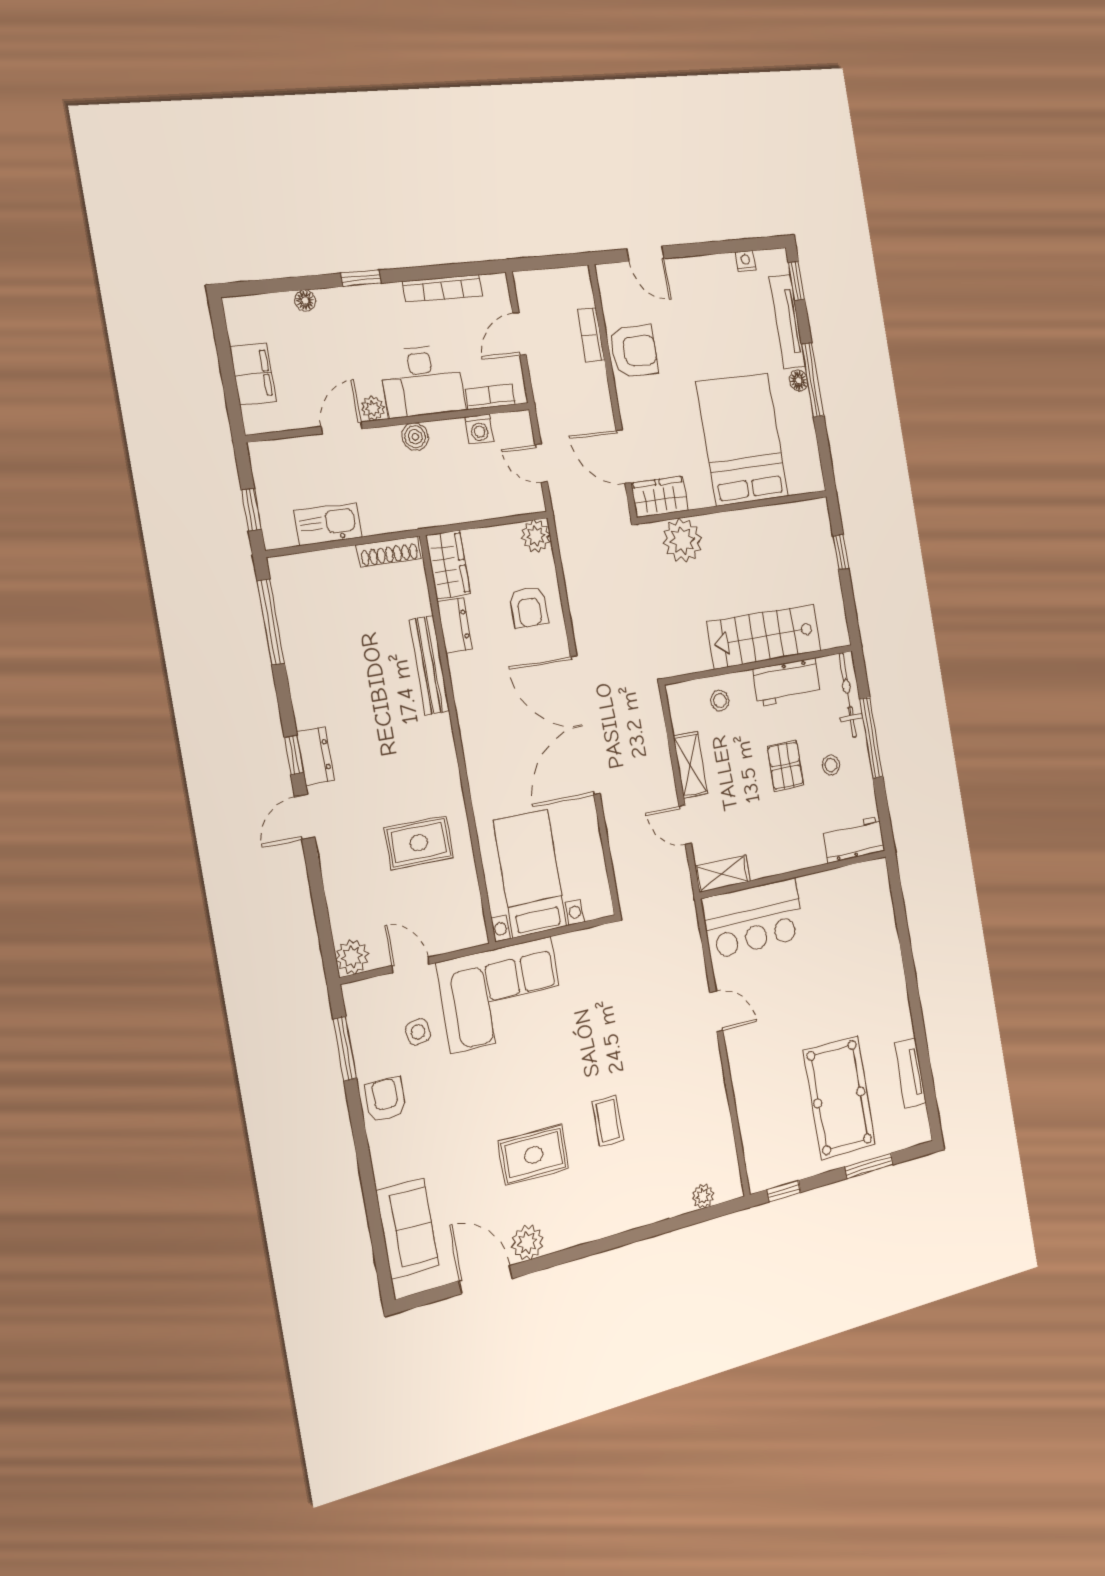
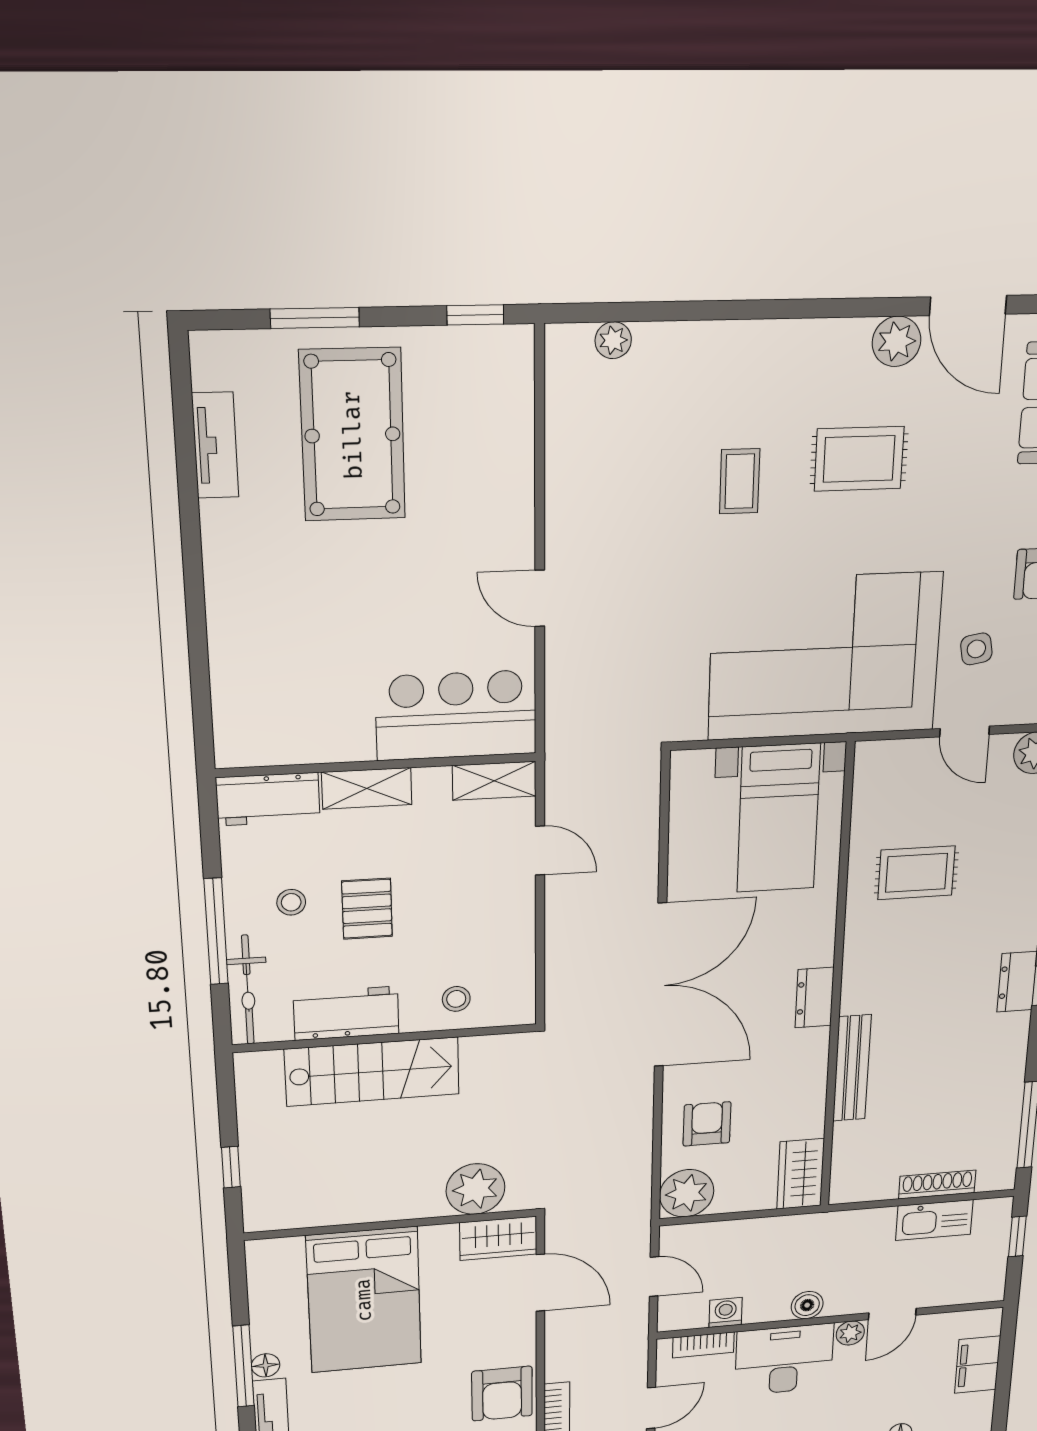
armchair: (634, 351) -> (502, 1394), turned -90
plant: (536, 536) -> (687, 1193), width x1.36, depth x1.36
shoe rack: (389, 552) -> (937, 1184), moved
dresser: (455, 626) -> (815, 998), moved
shelving: (690, 765) -> (367, 788), moved, turned 90
corner sofa: (501, 994) -> (825, 656), width x1.36, depth x1.36

